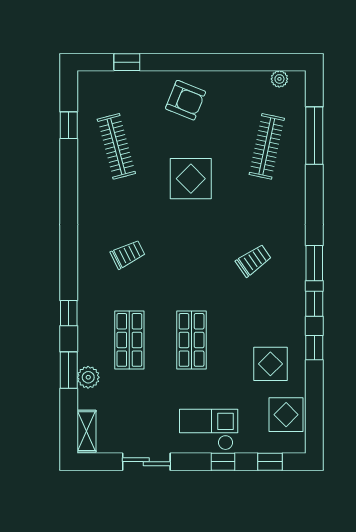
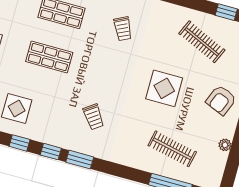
plant: (279, 79) -> (225, 145), moved
clothes rail: (116, 146) -> (202, 42), turned 39

